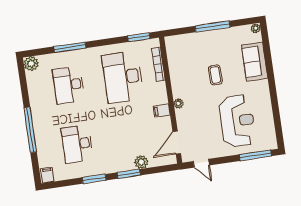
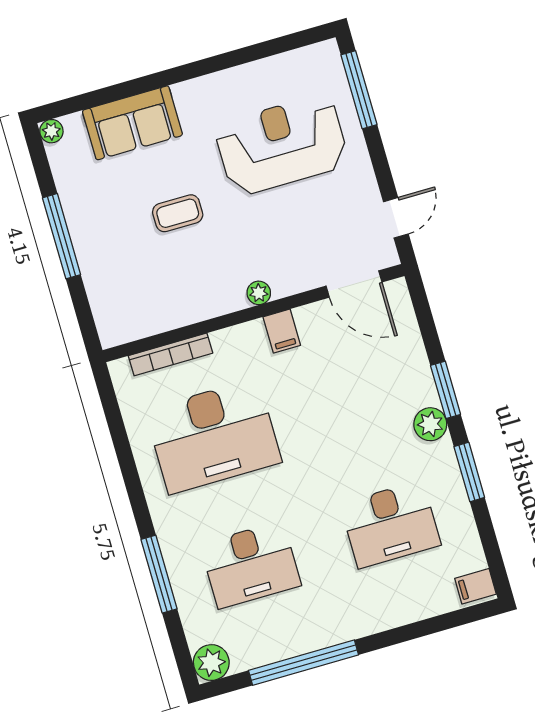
window: (139, 37) -> (112, 411), removed
window: (30, 130) -> (303, 663), moved
plant: (141, 162) -> (430, 424), moved

